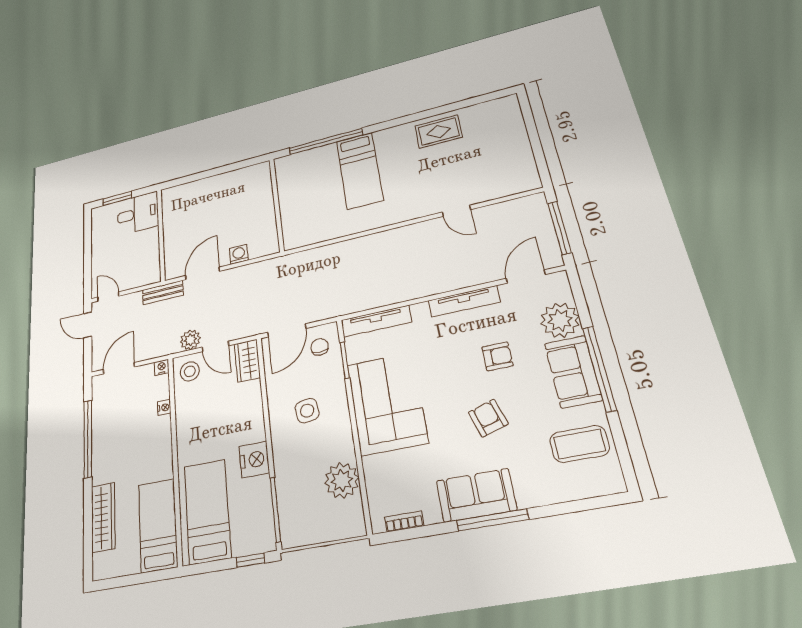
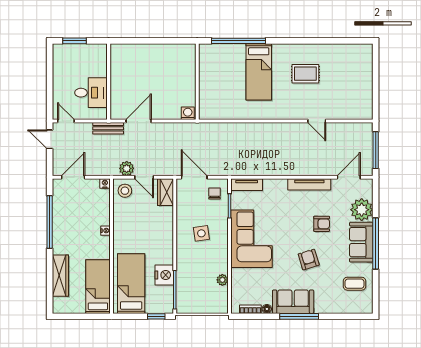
rug: (439, 132) -> (305, 74), moved
desk: (138, 213) -> (91, 93), moved
washing machine: (239, 254) -> (188, 113), moved
tv unit: (376, 321) -> (247, 185), width x0.71
door: (287, 330) -> (194, 177), swing flipped
nightstand: (164, 407) -> (105, 231), moved
coffee table: (579, 444) -> (355, 284), width x0.73, depth x0.77
nightstand: (254, 460) -> (164, 275), moved
plant: (342, 480) -> (222, 280), width x0.53, depth x0.53
floor lamp: (433, 516) -> (267, 309), added

